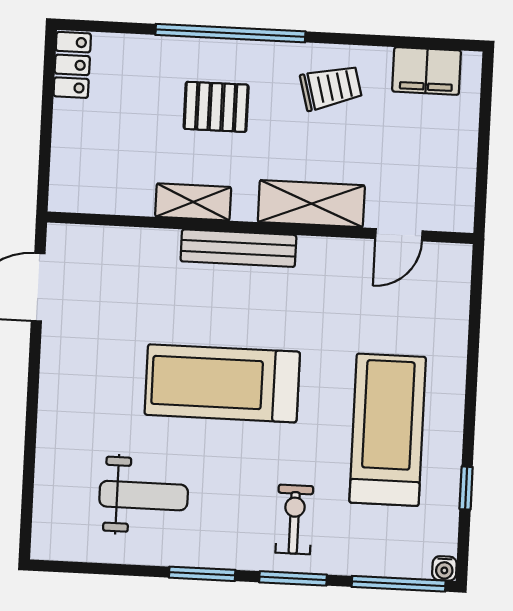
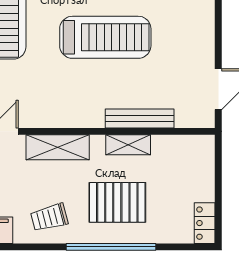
pallet: (216, 107) -> (117, 202), width x1.50, depth x1.42
bench: (238, 248) -> (140, 118), moved

